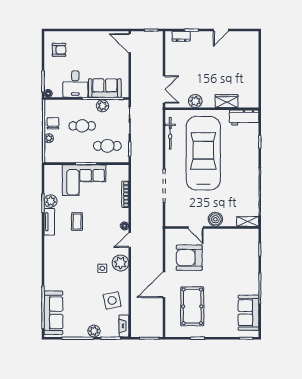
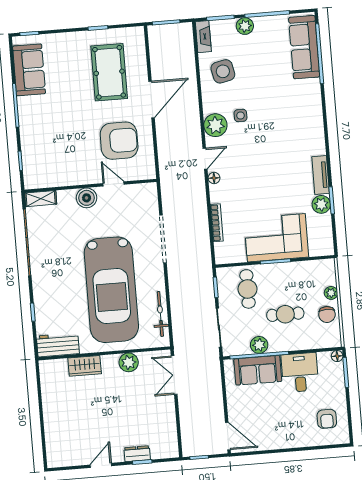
dresser: (181, 36) -> (137, 454), moved
armchair: (59, 50) -> (327, 419), turned -90
cafe table: (107, 146) -> (247, 289), turned 90
coffee table: (77, 222) -> (282, 179), removed

